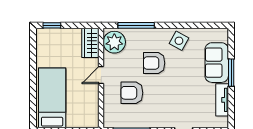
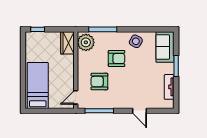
armchair: (154, 63) -> (117, 58), turned 180
sofa: (217, 63) -> (165, 47), moved
door: (101, 75) -> (76, 97), moved

